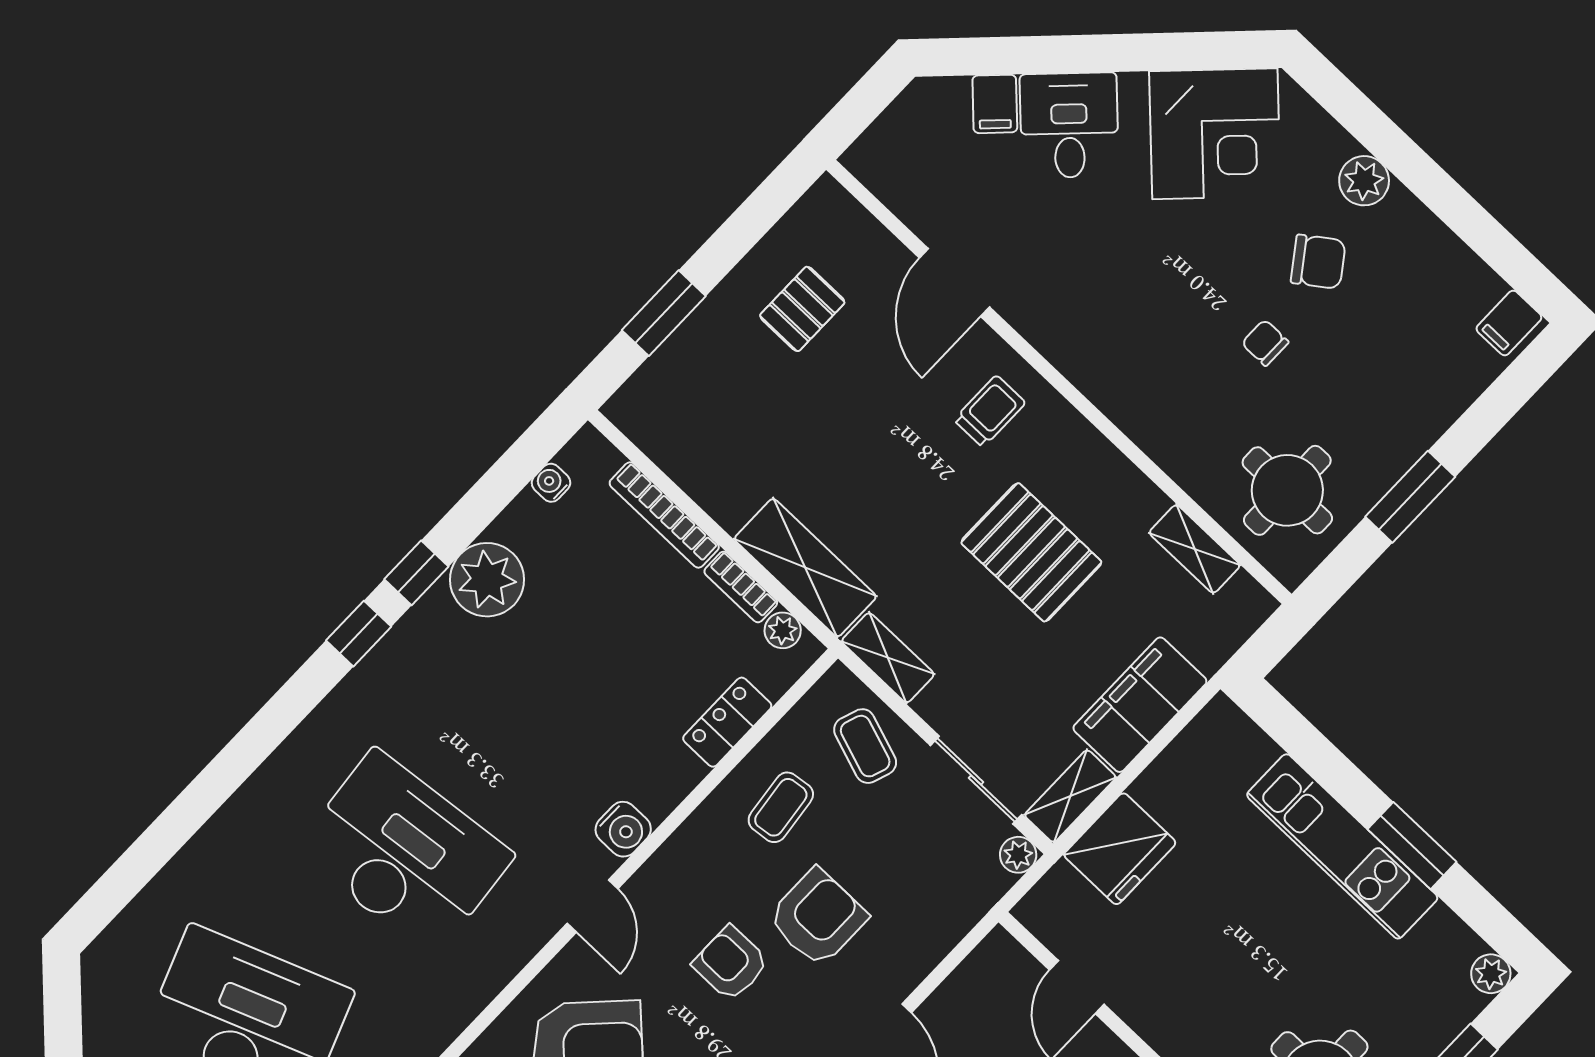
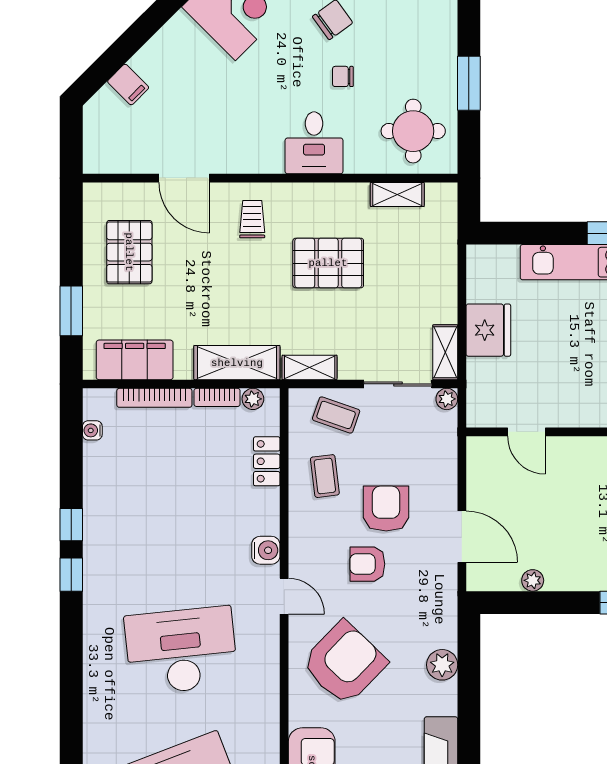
desk: (1069, 125) -> (314, 143), moved, turned -135
pallet: (802, 309) -> (129, 252), width x1.50, depth x1.42
plant: (487, 580) -> (104, 499), removed
filing cabinet: (1140, 705) -> (135, 360), moved, turned 90
fridge: (1120, 849) -> (488, 330), moved

